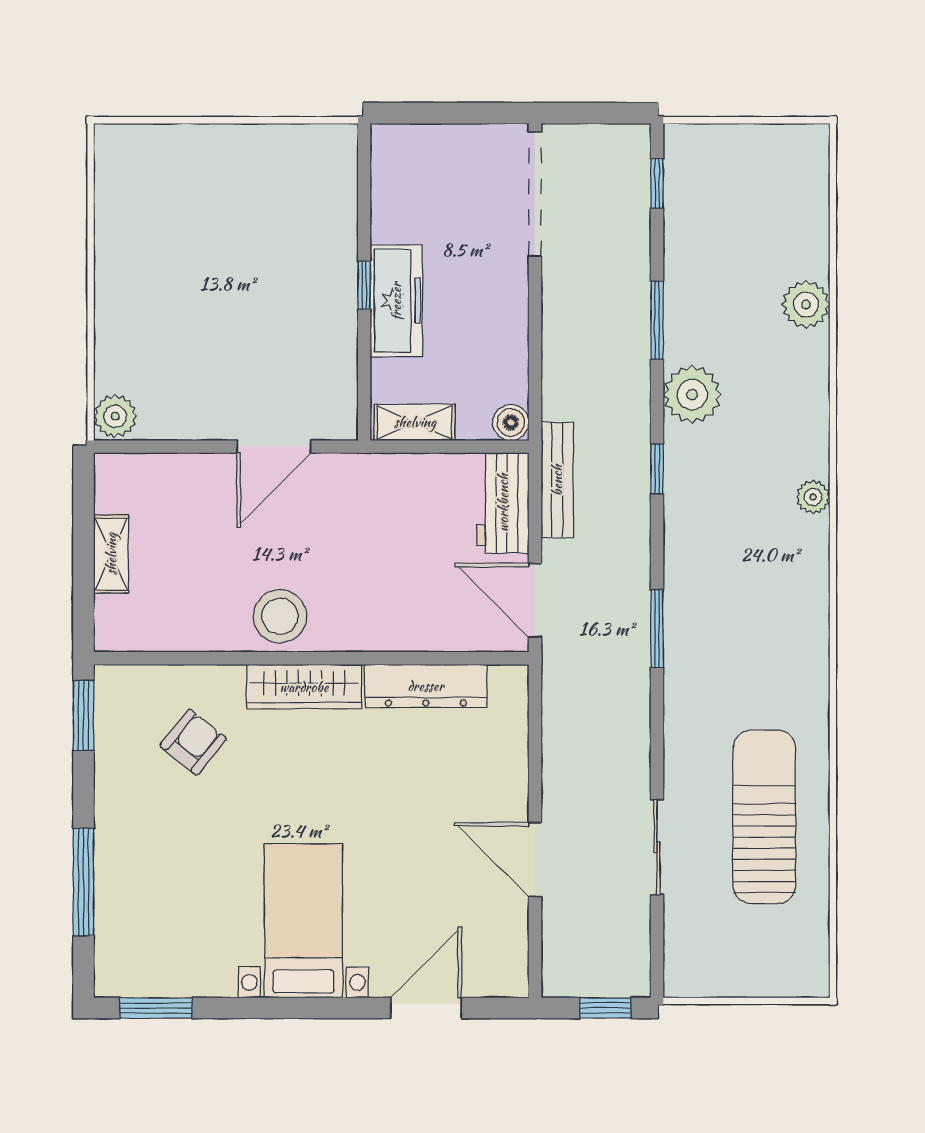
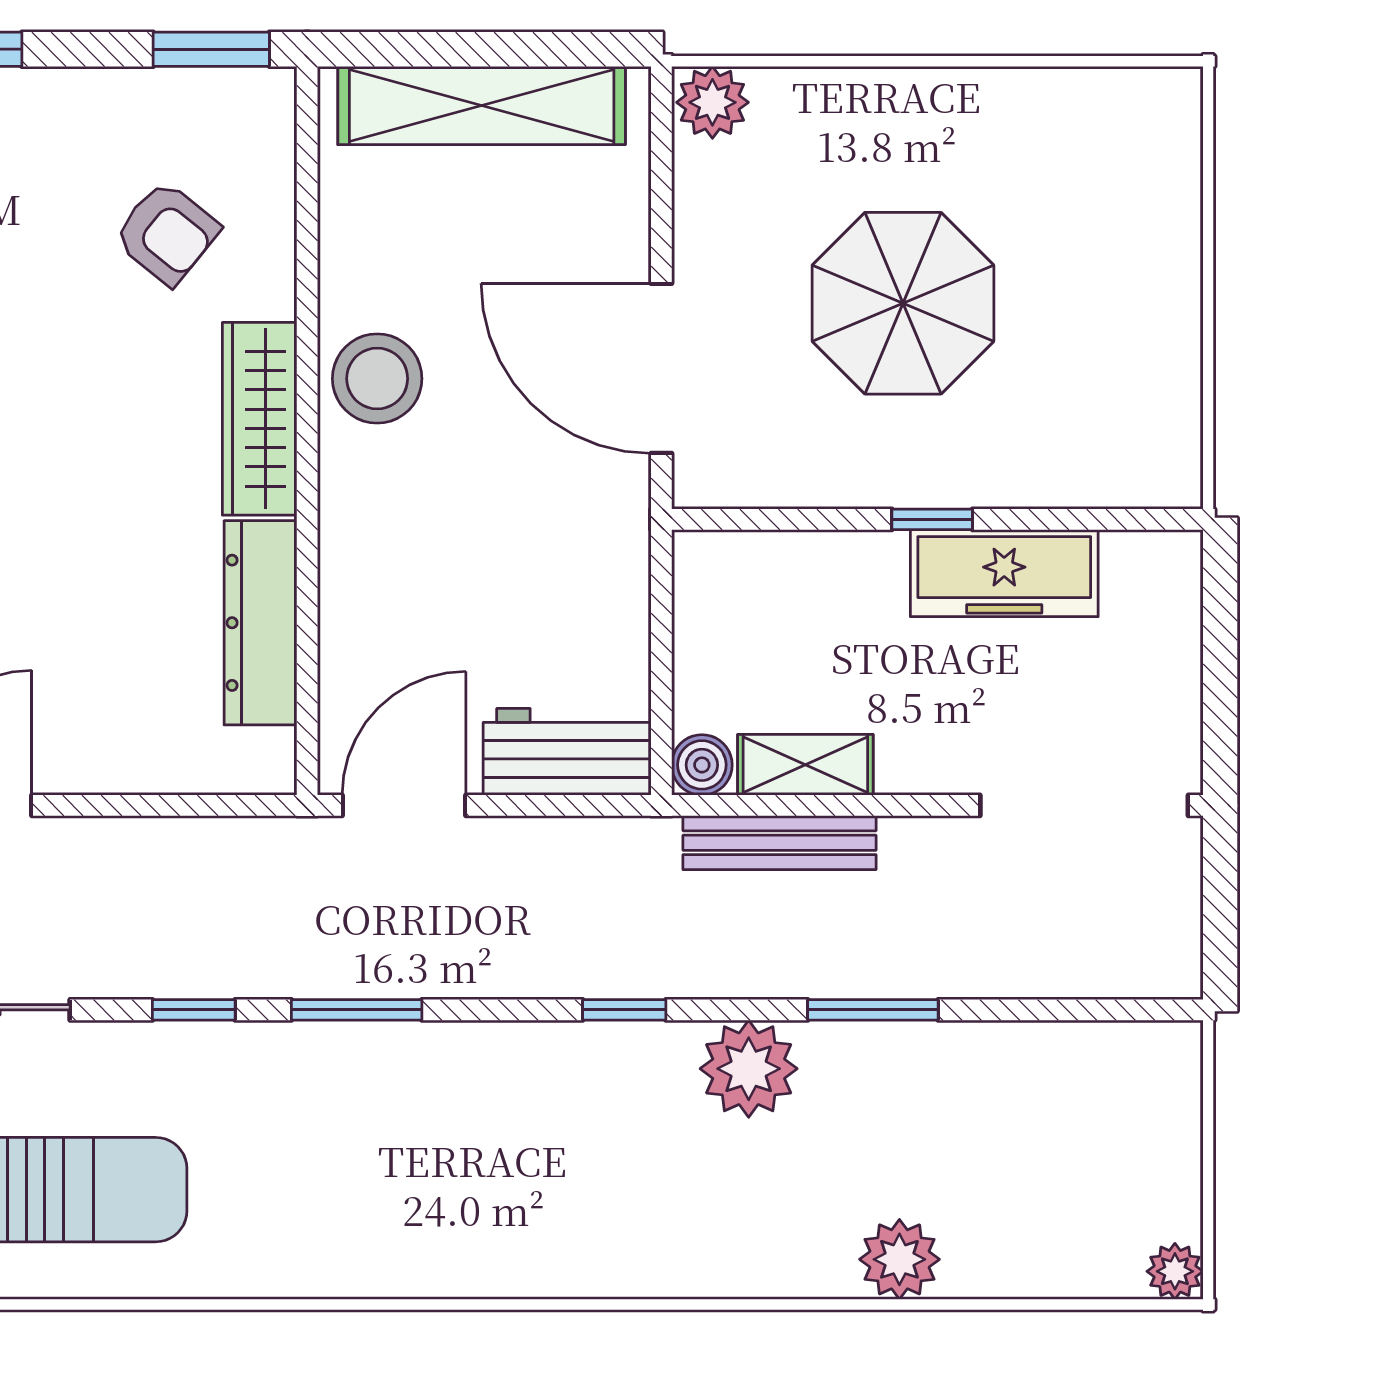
window: (657, 183) -> (194, 1010), moved
freezer: (396, 301) -> (1004, 573), moved
parasol: (235, 302) -> (903, 303), added
shelving: (415, 422) -> (805, 765), moved, turned 90
door: (274, 447) -> (661, 368), width x1.36
bench: (557, 480) -> (779, 843), moved
plant: (813, 497) -> (1175, 1271), moved
shelving: (111, 554) -> (482, 105), width x2.20, depth x1.33

